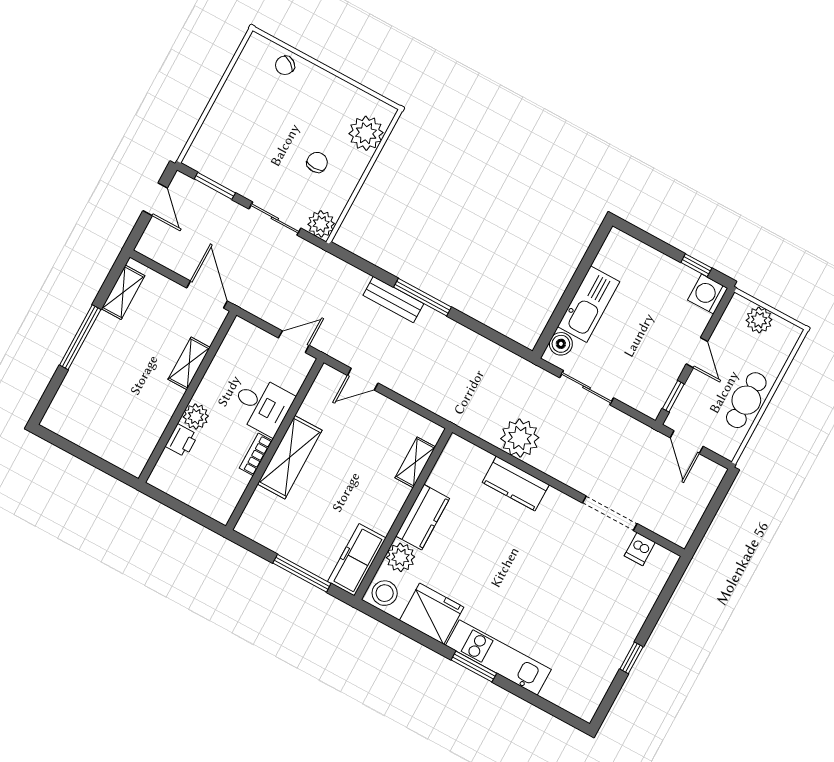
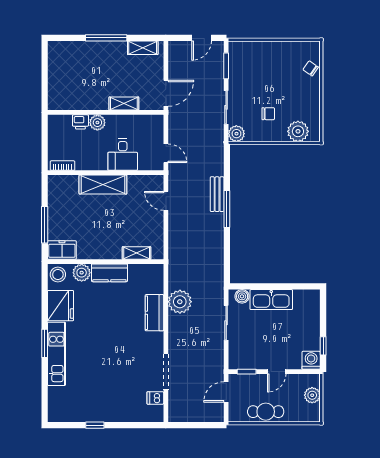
bookcase: (256, 454) -> (62, 166), moved
freezer: (357, 560) -> (62, 250), width x0.71

